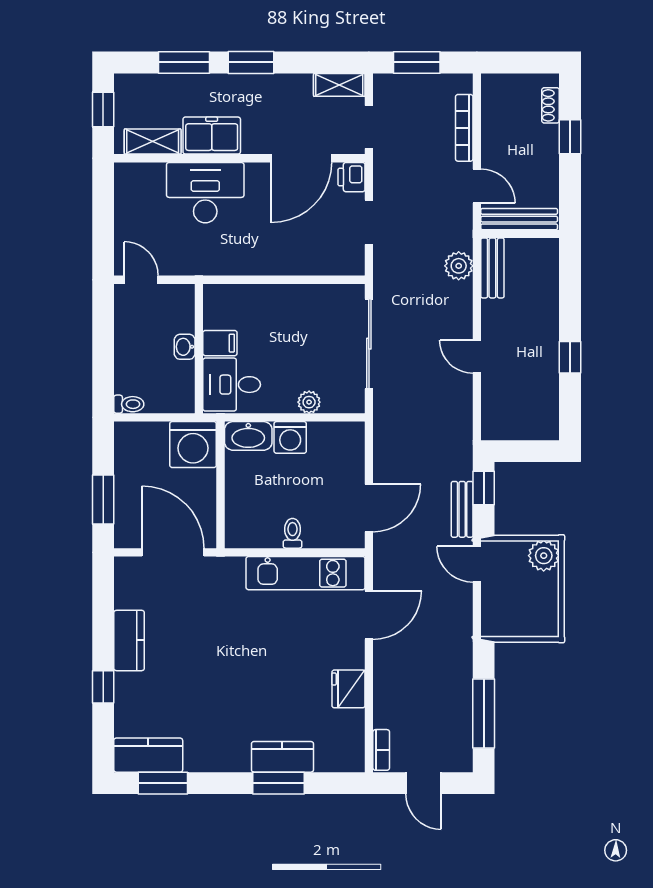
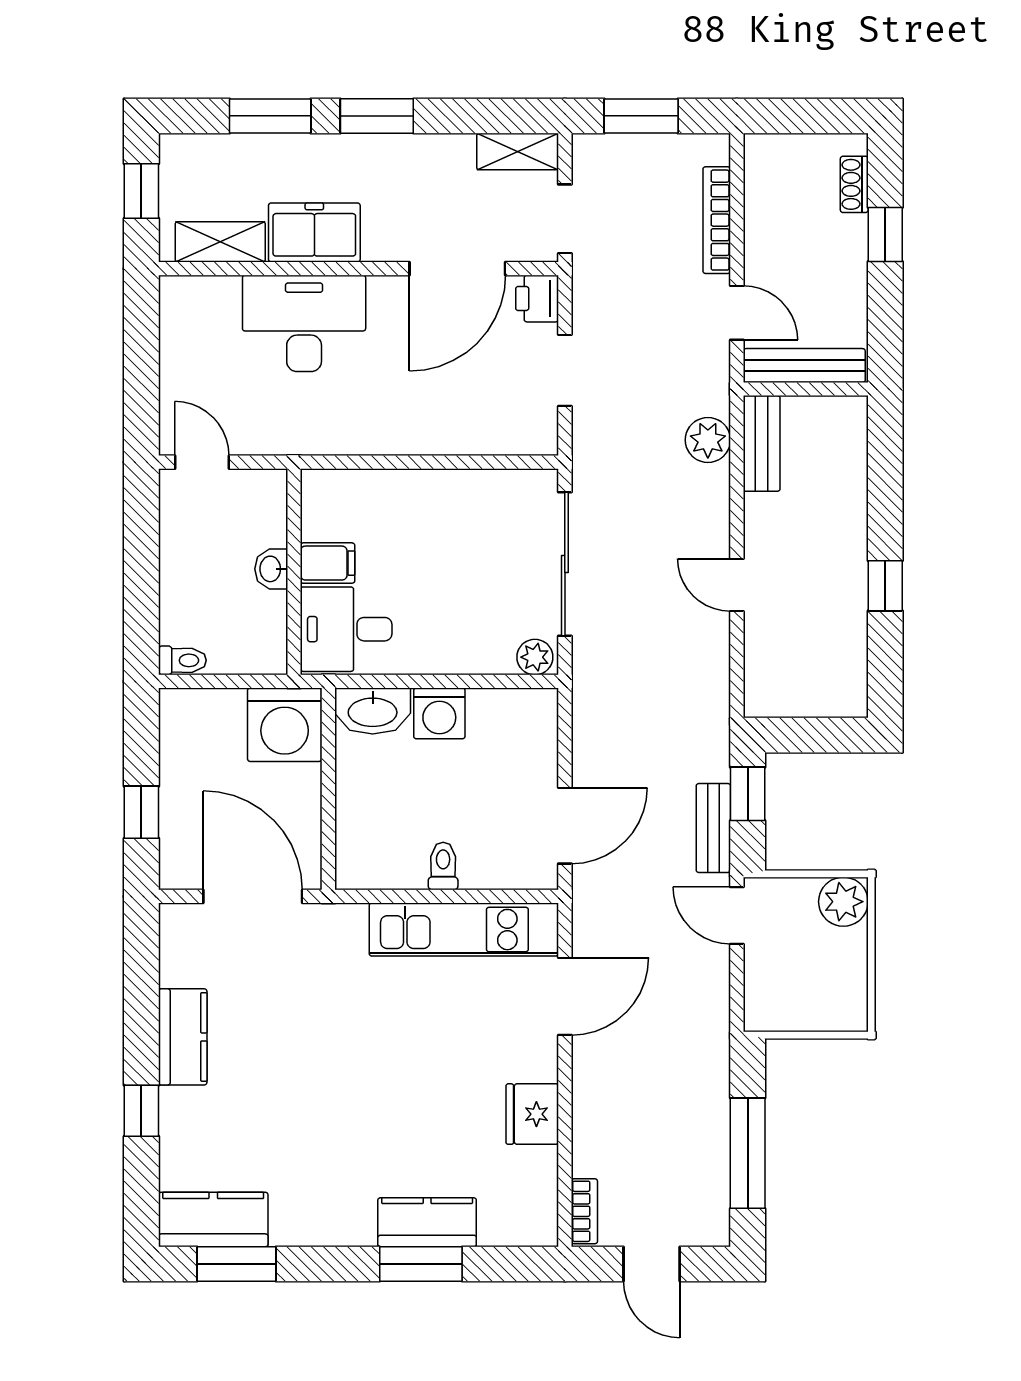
plant: (309, 402) -> (535, 657), moved
window: (103, 499) -> (141, 812), width x0.67

